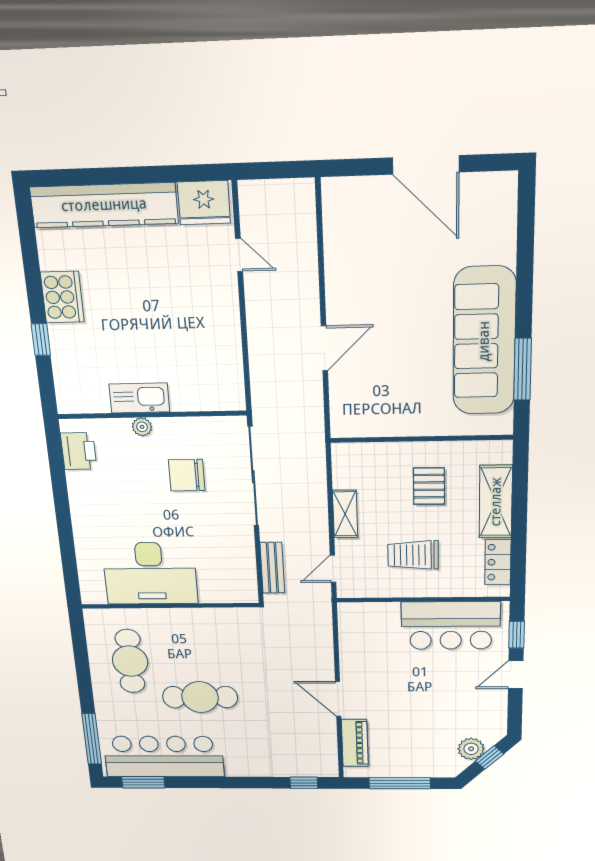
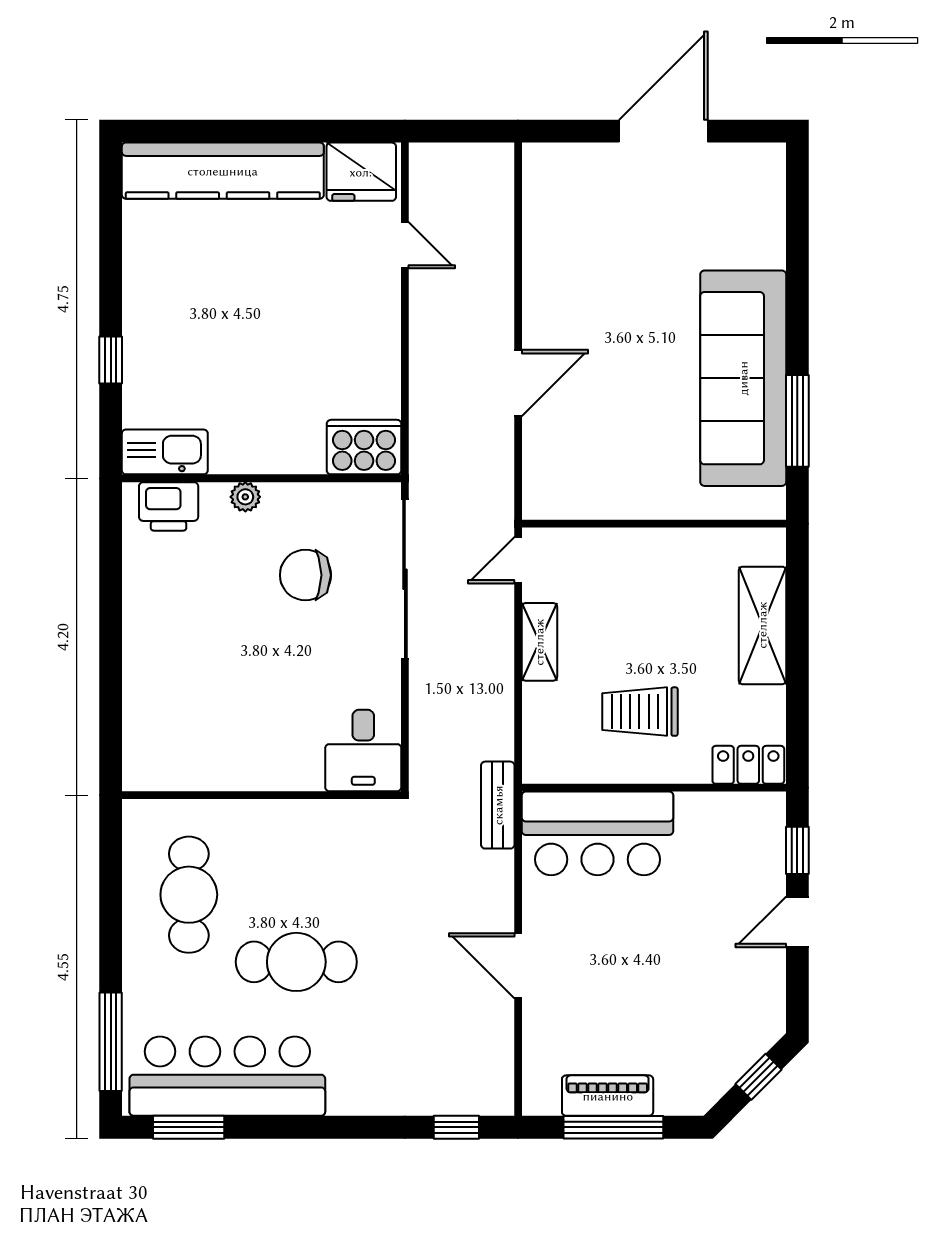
door: (426, 165) -> (663, 131), swing flipped
cooker: (62, 297) -> (364, 447), moved, turned -90
kitchen sink: (139, 398) -> (165, 452), moved
printer: (79, 451) -> (169, 506), moved, turned 90
pallet: (429, 486) -> (665, 599), removed
locker: (498, 562) -> (748, 765), moved, turned 90
bench: (272, 568) -> (498, 805), moved
door: (333, 569) -> (518, 560), moved
desk: (150, 573) -> (363, 751), moved, width x0.53, depth x0.77
bar counter: (451, 625) -> (598, 833), moved
piano: (355, 743) -> (608, 1096), moved, turned -90
plant: (471, 749) -> (729, 1060), removed

